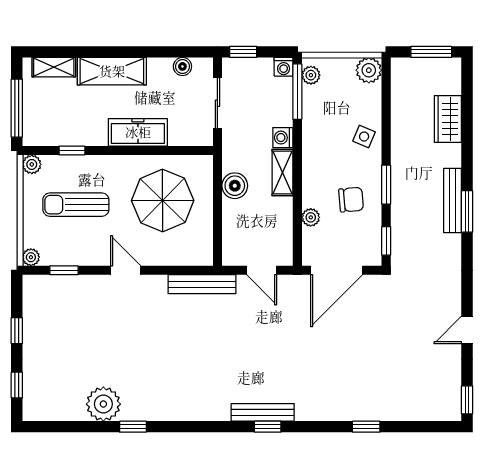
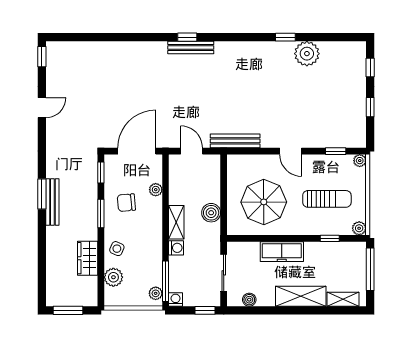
plant: (369, 70) -> (113, 277), moved
wardrobe: (448, 119) -> (88, 258), moved, turned 180
window: (366, 427) -> (115, 37), removed

